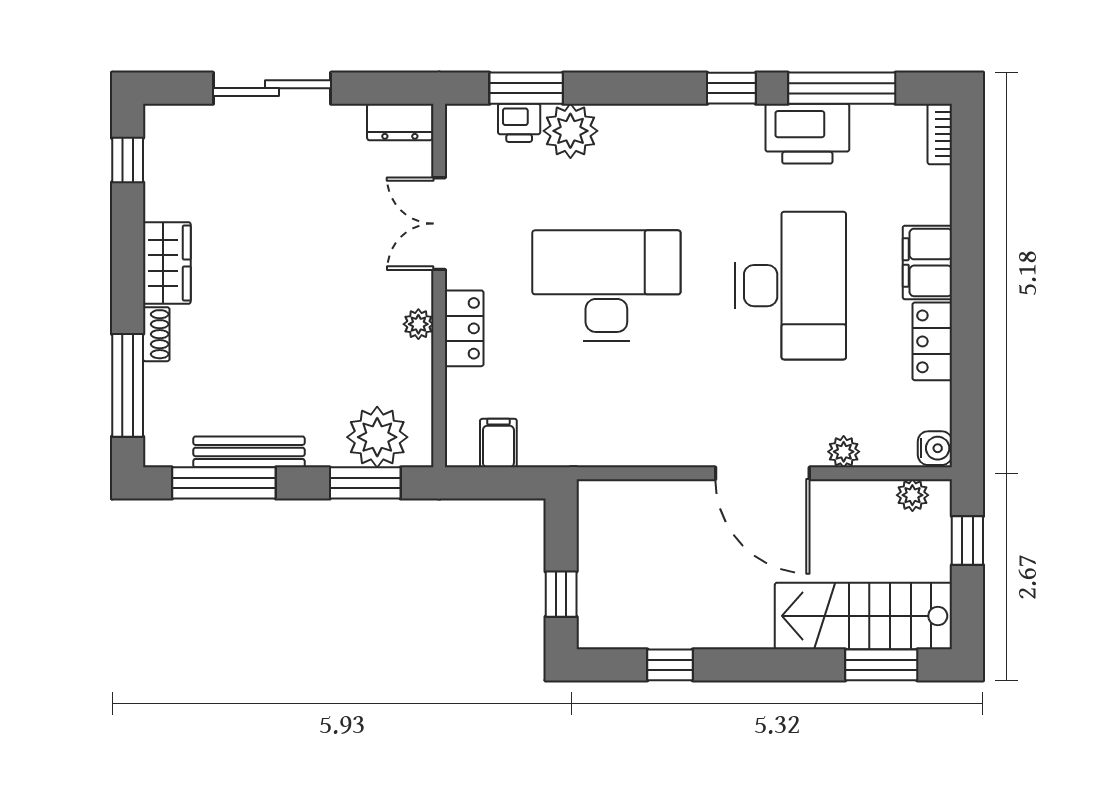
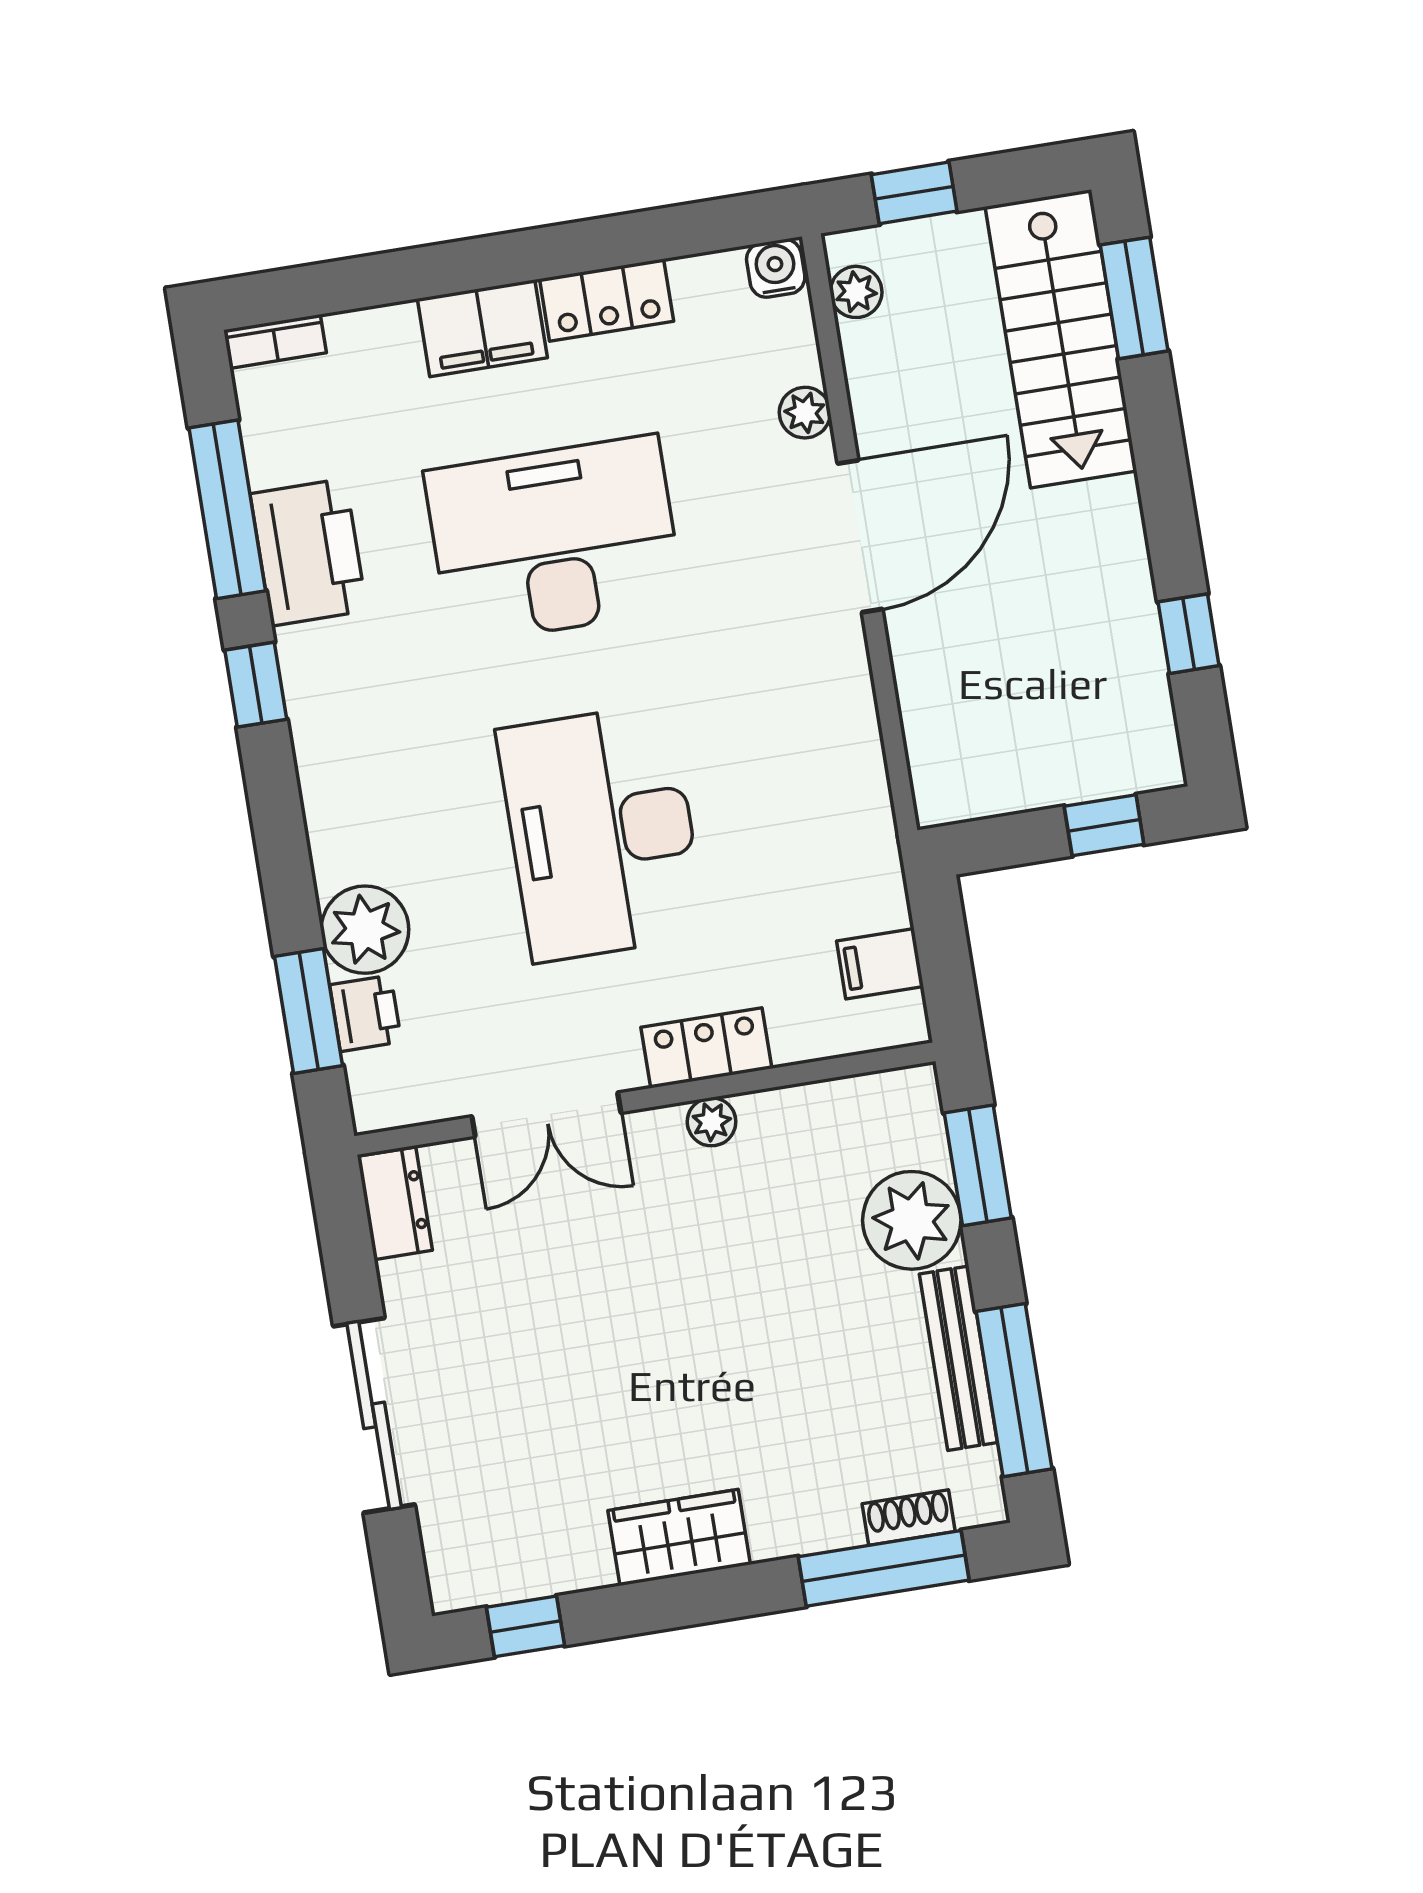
shoe rack: (156, 334) -> (909, 1518), moved
plant: (377, 437) -> (912, 1220), moved

